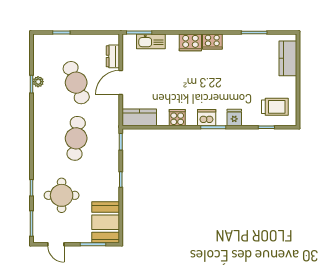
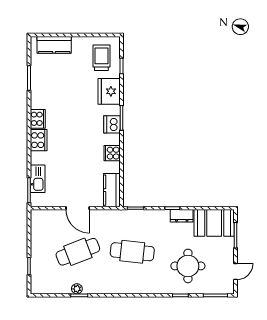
dresser: (113, 56) -> (182, 216), moved
fridge: (234, 118) -> (109, 91), width x1.88, depth x1.34

